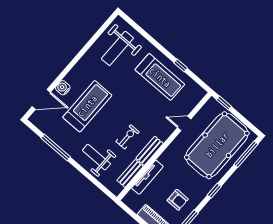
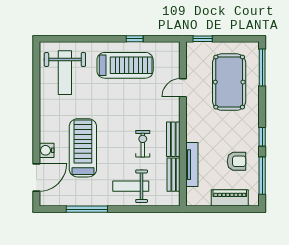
pool table: (217, 145) -> (229, 82), width x0.73, depth x0.76
window: (214, 191) -> (262, 137), moved

